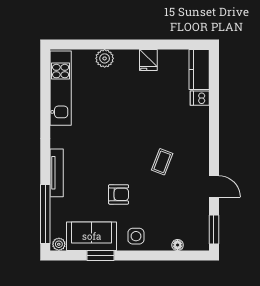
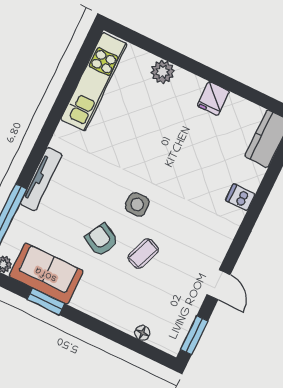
dishwasher: (200, 98) -> (240, 197), moved
coffee table: (162, 162) -> (143, 254), moved
armchair: (119, 194) -> (102, 240), turned -151
side table: (136, 236) -> (137, 204), moved

